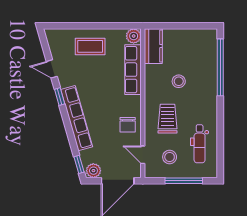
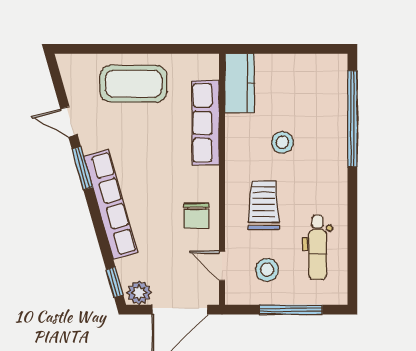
plant: (134, 36) -> (207, 66), removed
coffee table: (90, 46) -> (134, 84), width x1.36, depth x1.32
window: (60, 97) -> (82, 168), width x1.50

